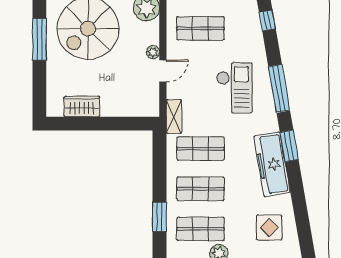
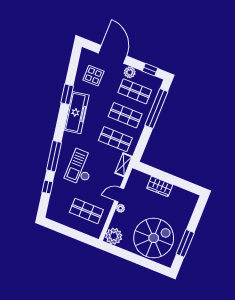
window: (267, 21) -> (47, 187), moved
wardrobe: (82, 106) -> (160, 186), moved
window: (289, 146) -> (67, 94), moved
window: (159, 217) -> (156, 108), width x2.11

